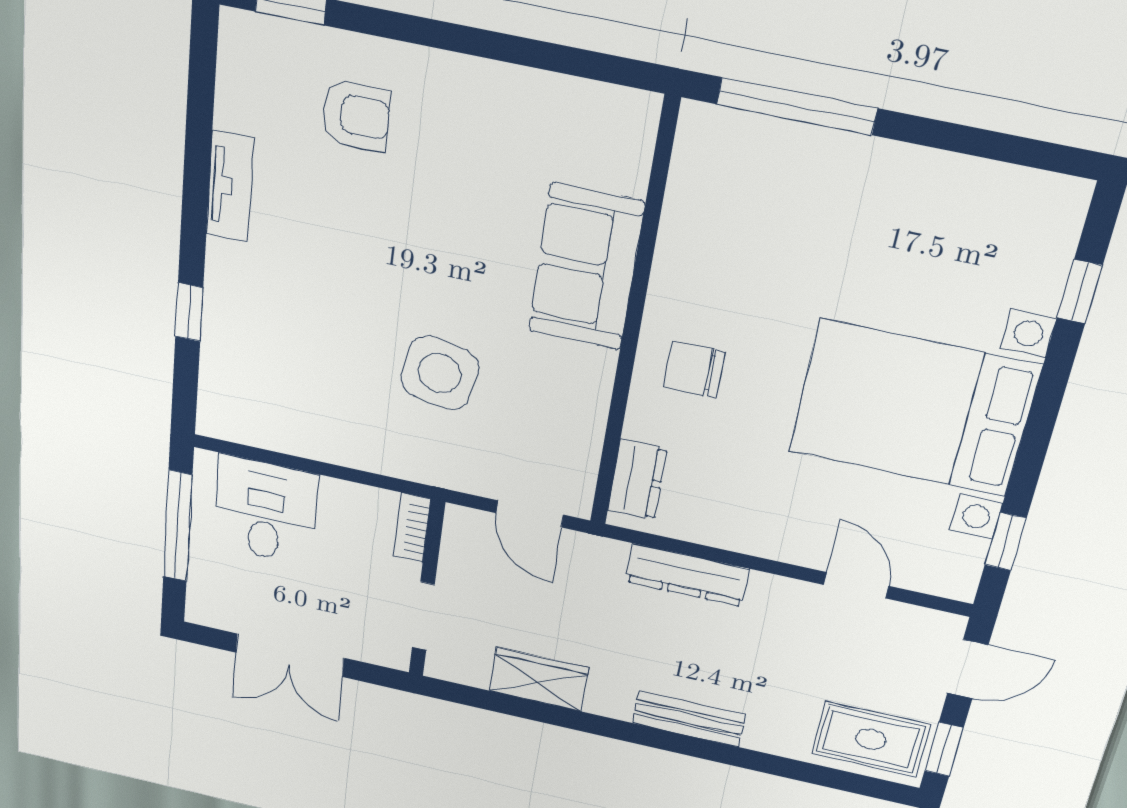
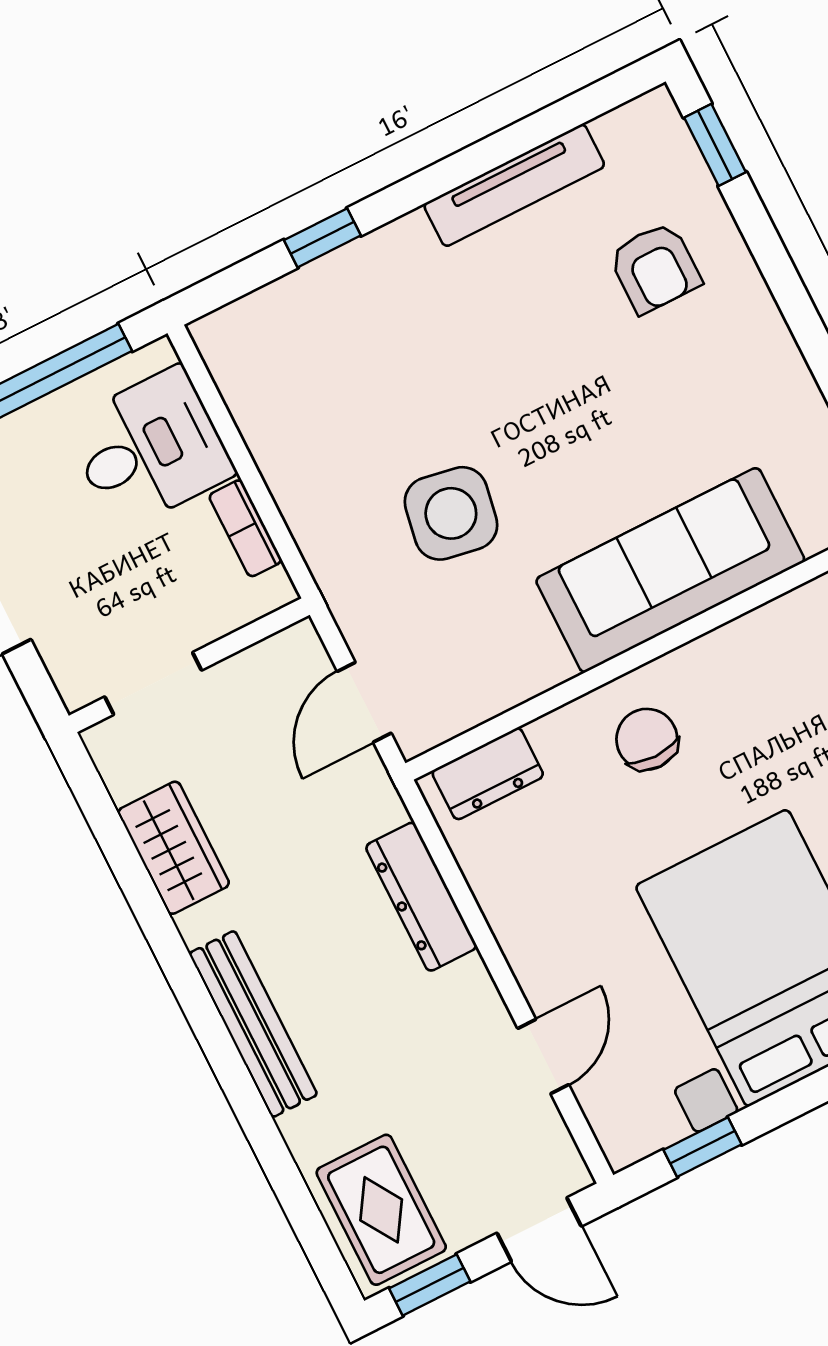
tv unit: (230, 186) -> (514, 185), width x1.41
sofa: (586, 267) -> (670, 570), width x1.36
bookcase: (412, 528) -> (245, 528), moved, turned -90
bench: (689, 719) -> (253, 1024), width x1.36

